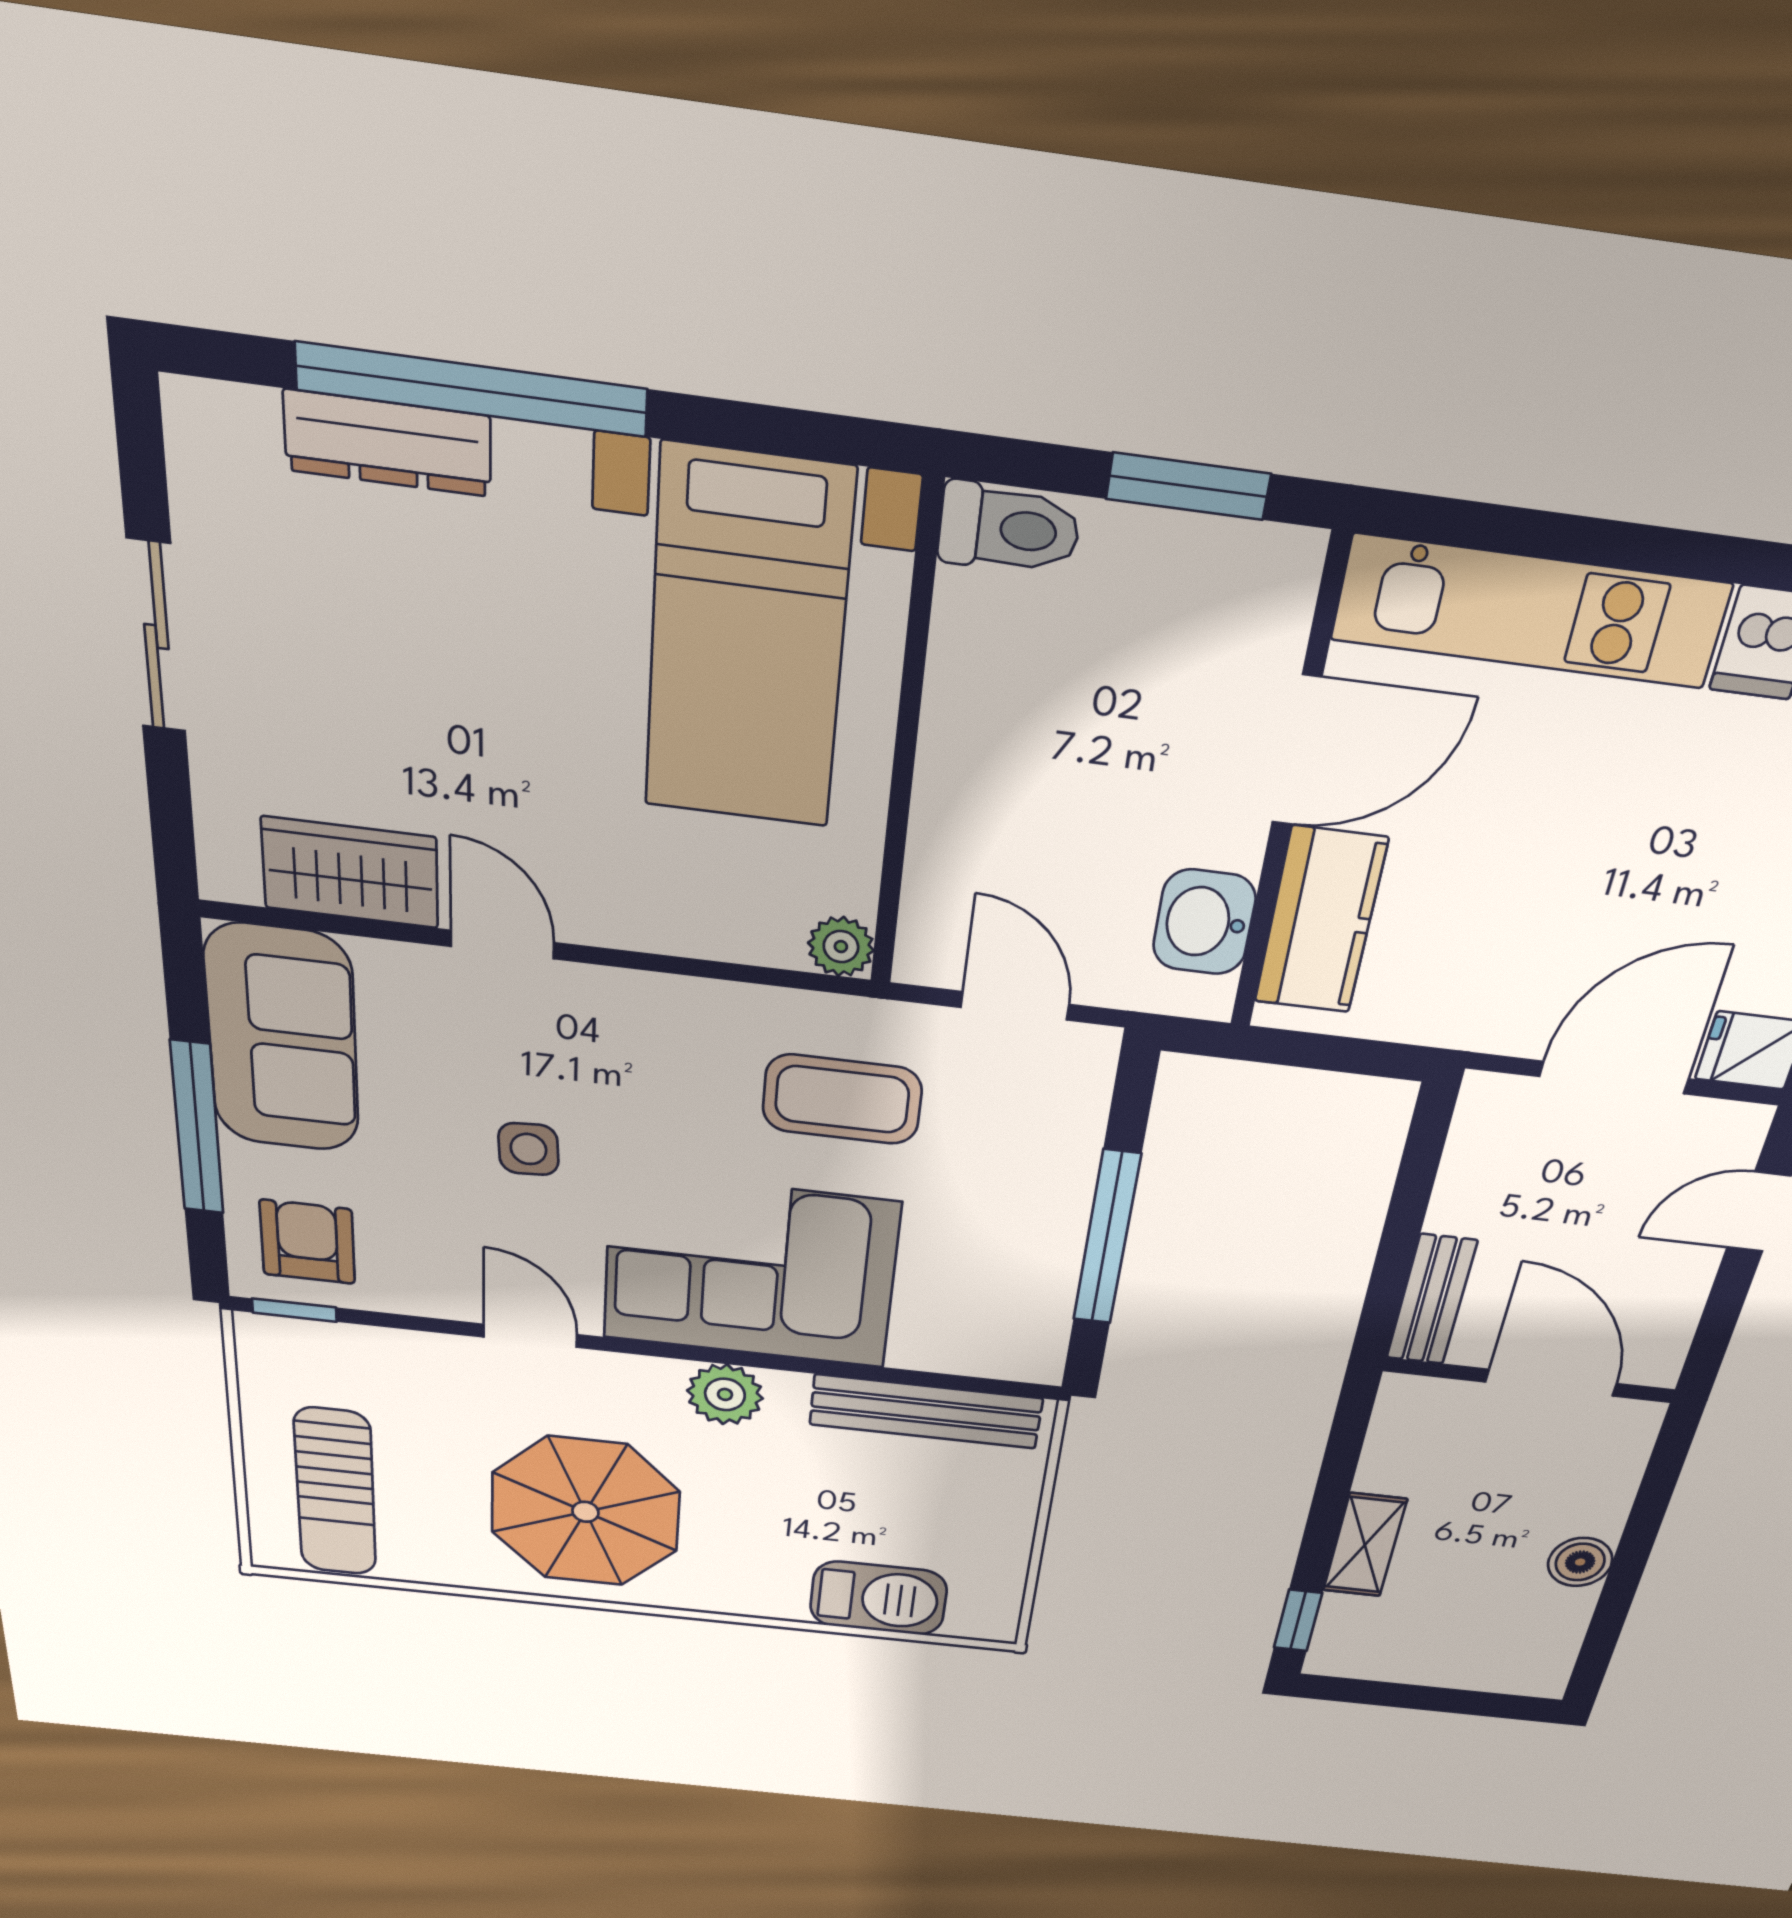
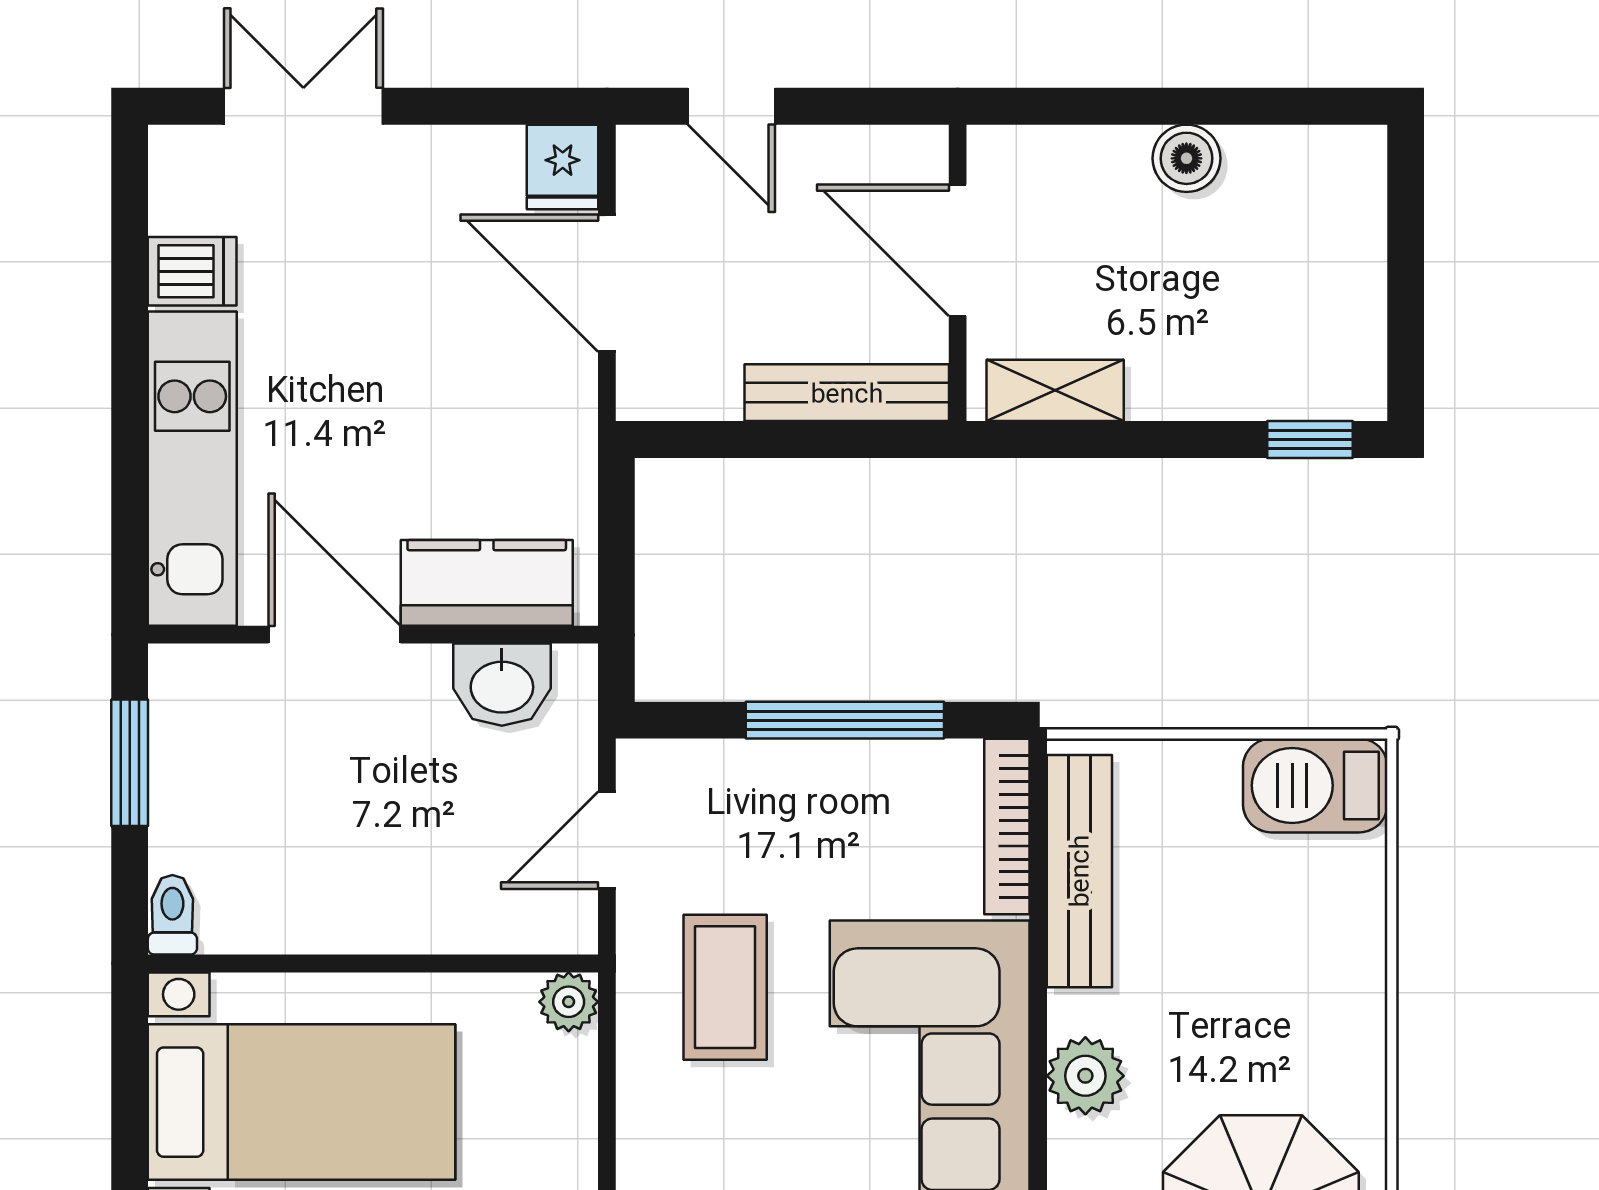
toilet: (1009, 529) -> (172, 915), width x0.73, depth x0.72
bench: (1432, 1300) -> (847, 393), width x1.36
bookcase: (978, 1359) -> (1007, 827), added
door: (1551, 1383) -> (958, 250), hinge flipped
shelving: (1365, 1545) -> (1055, 390), moved
barbecue: (878, 1598) -> (1315, 785), moved, turned -90

